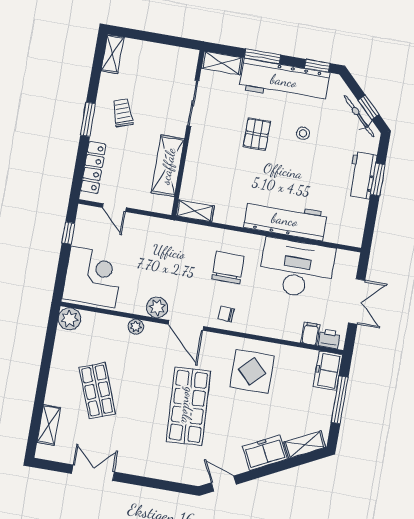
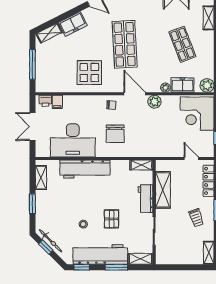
workbench: (362, 175) -> (145, 199), moved, turned 180
shelving: (357, 219) -> (41, 178), added
freezer: (328, 371) -> (182, 85), moved, turned -90

